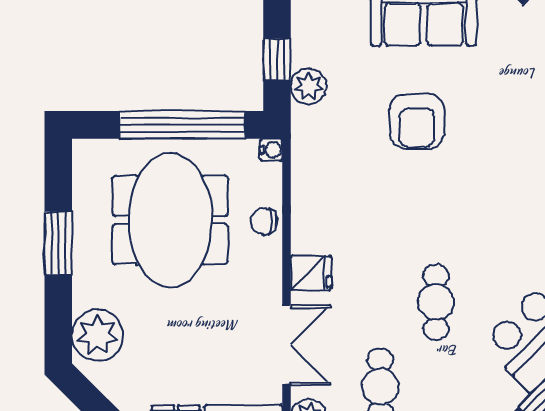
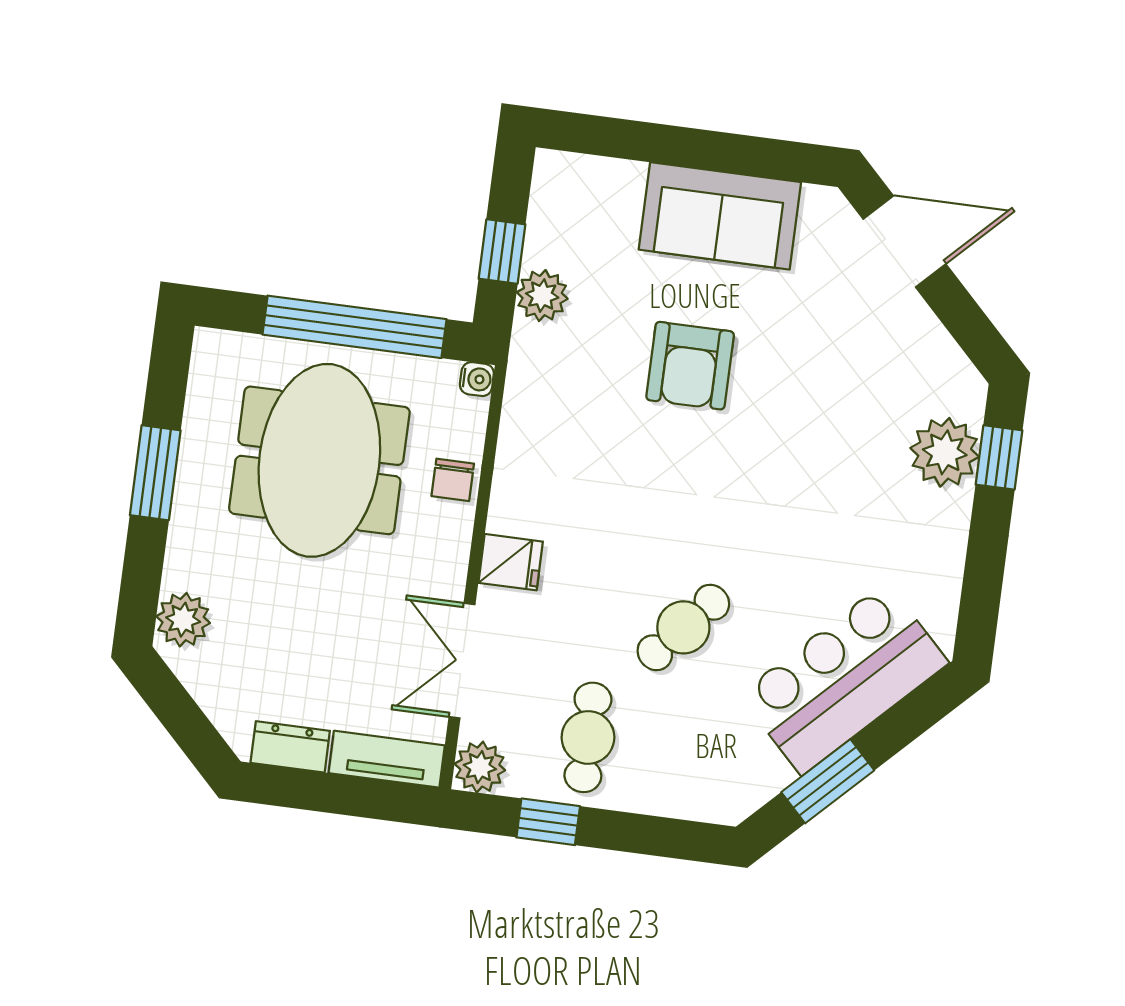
chair: (264, 221) -> (453, 480), turned -90
cafe table: (436, 302) -> (683, 627), turned 41
plant: (98, 335) -> (183, 620), width x0.73, depth x0.73
double door: (287, 345) -> (462, 661), swing flipped

